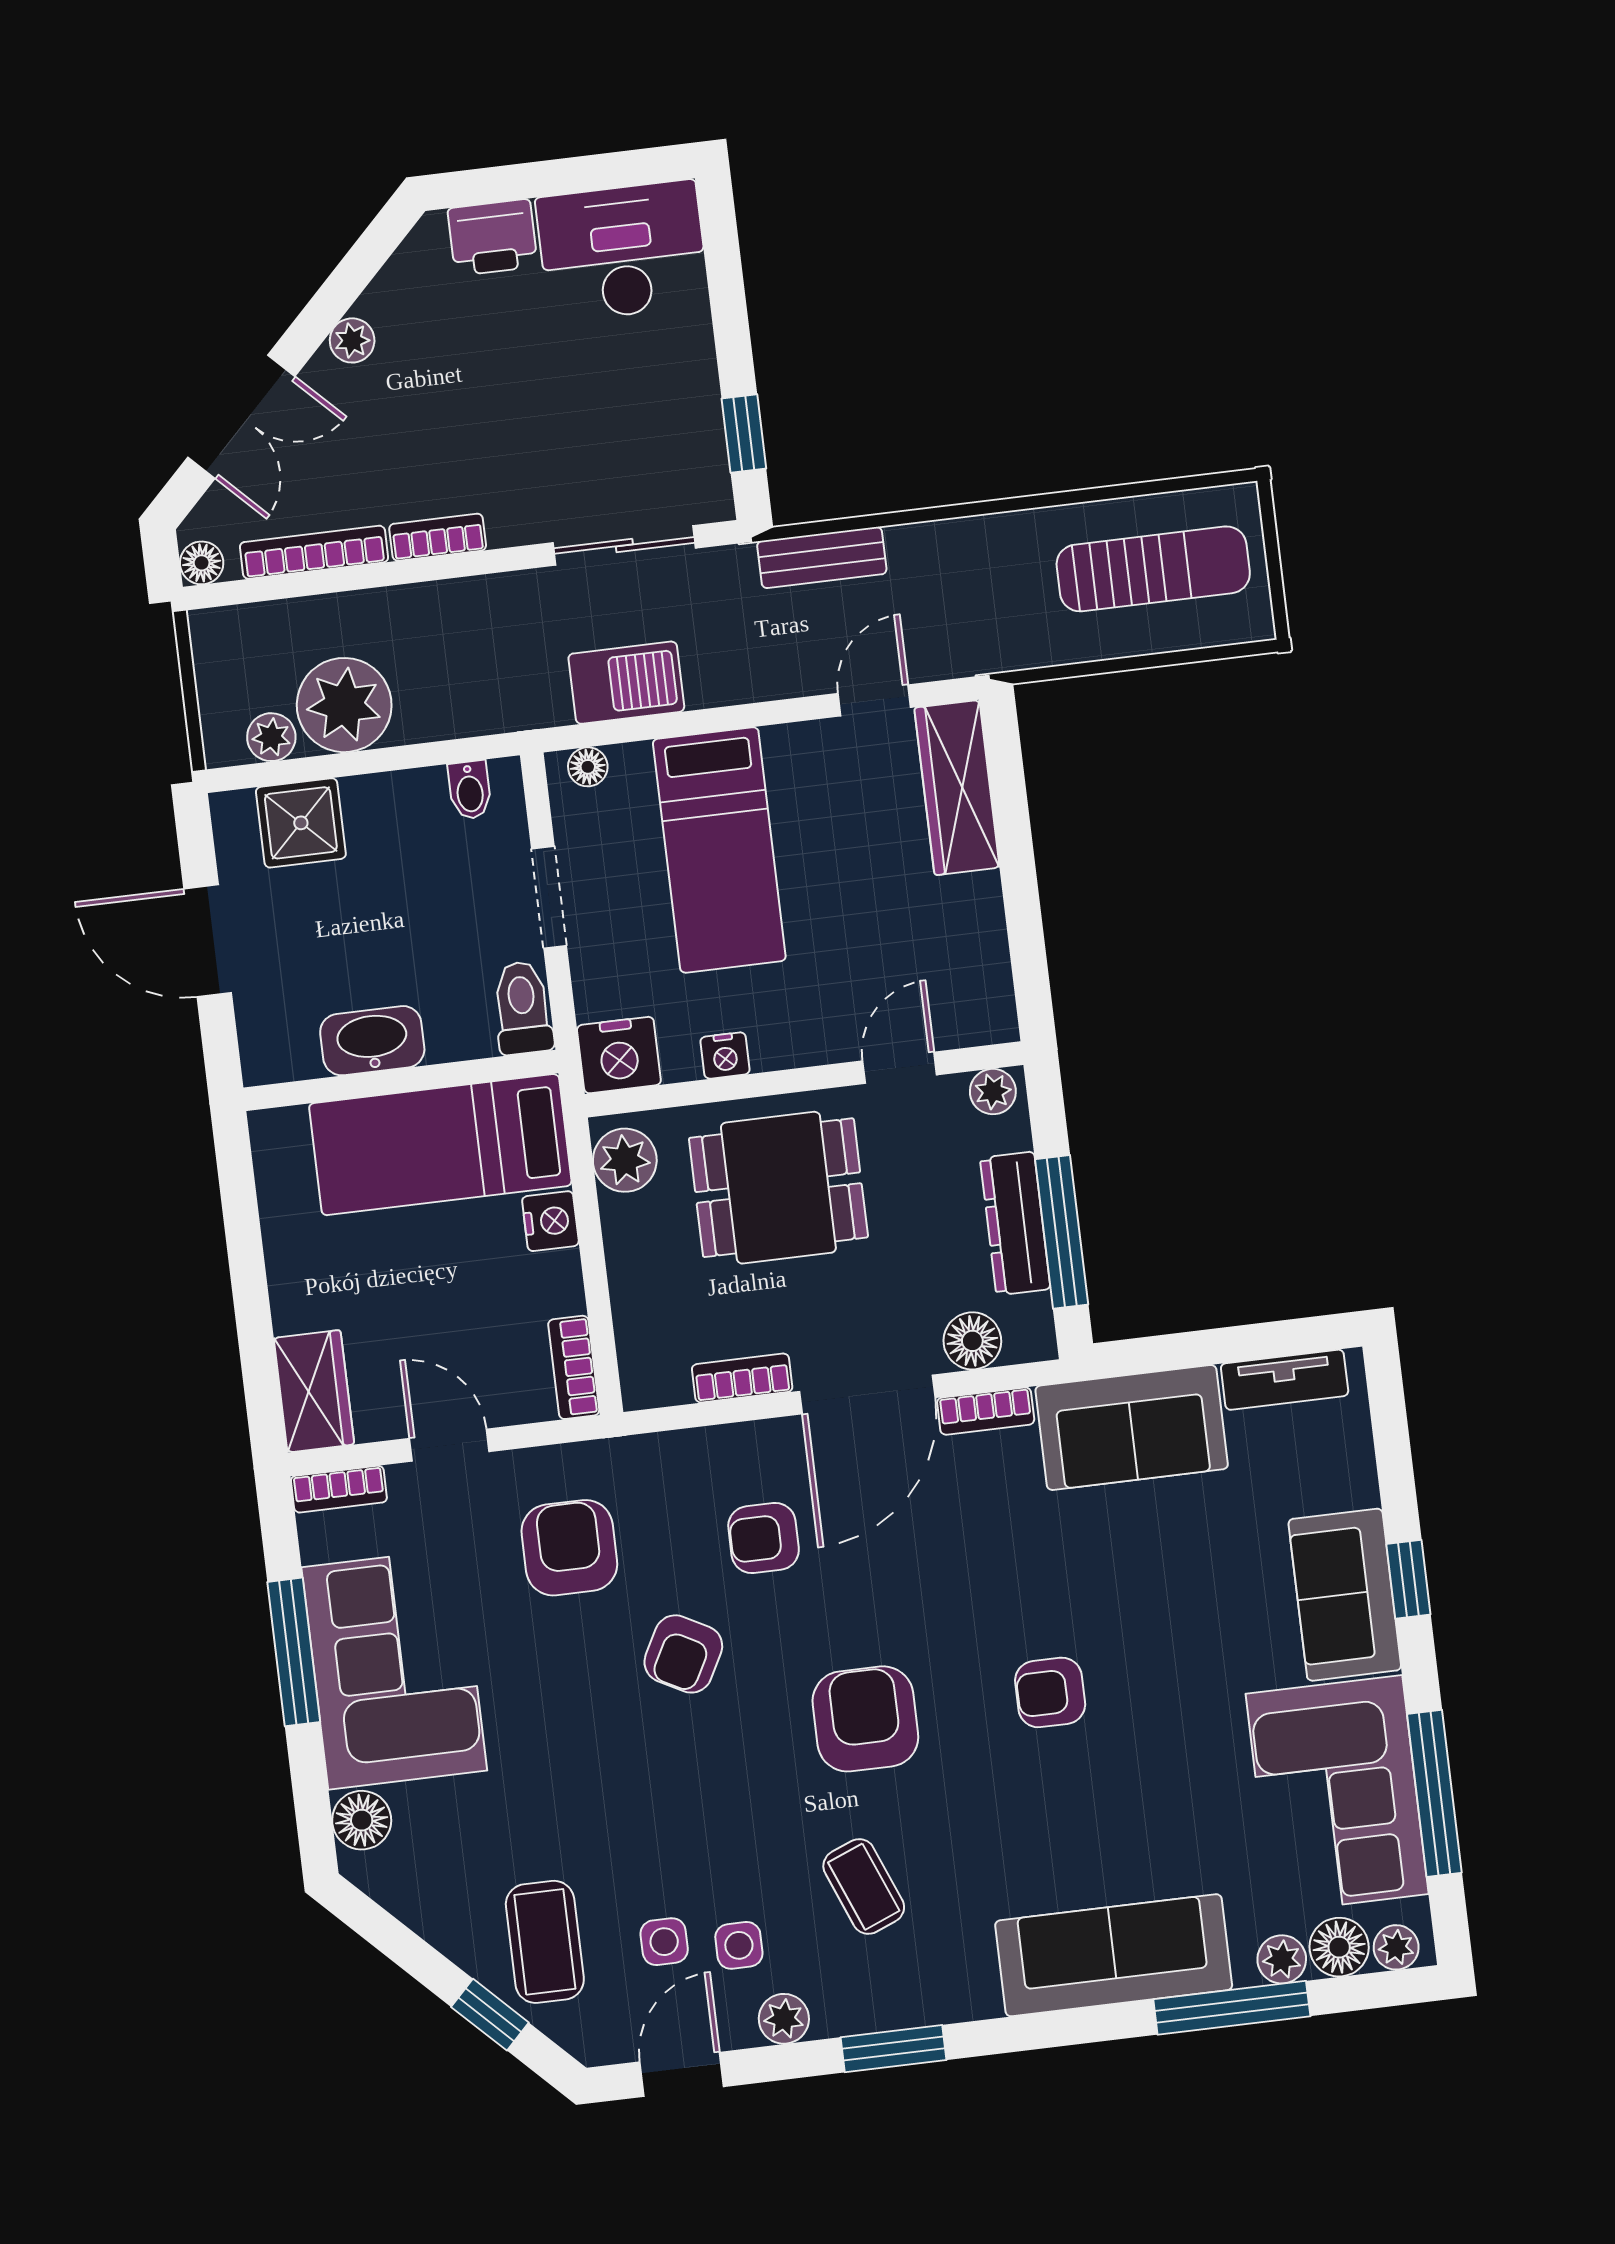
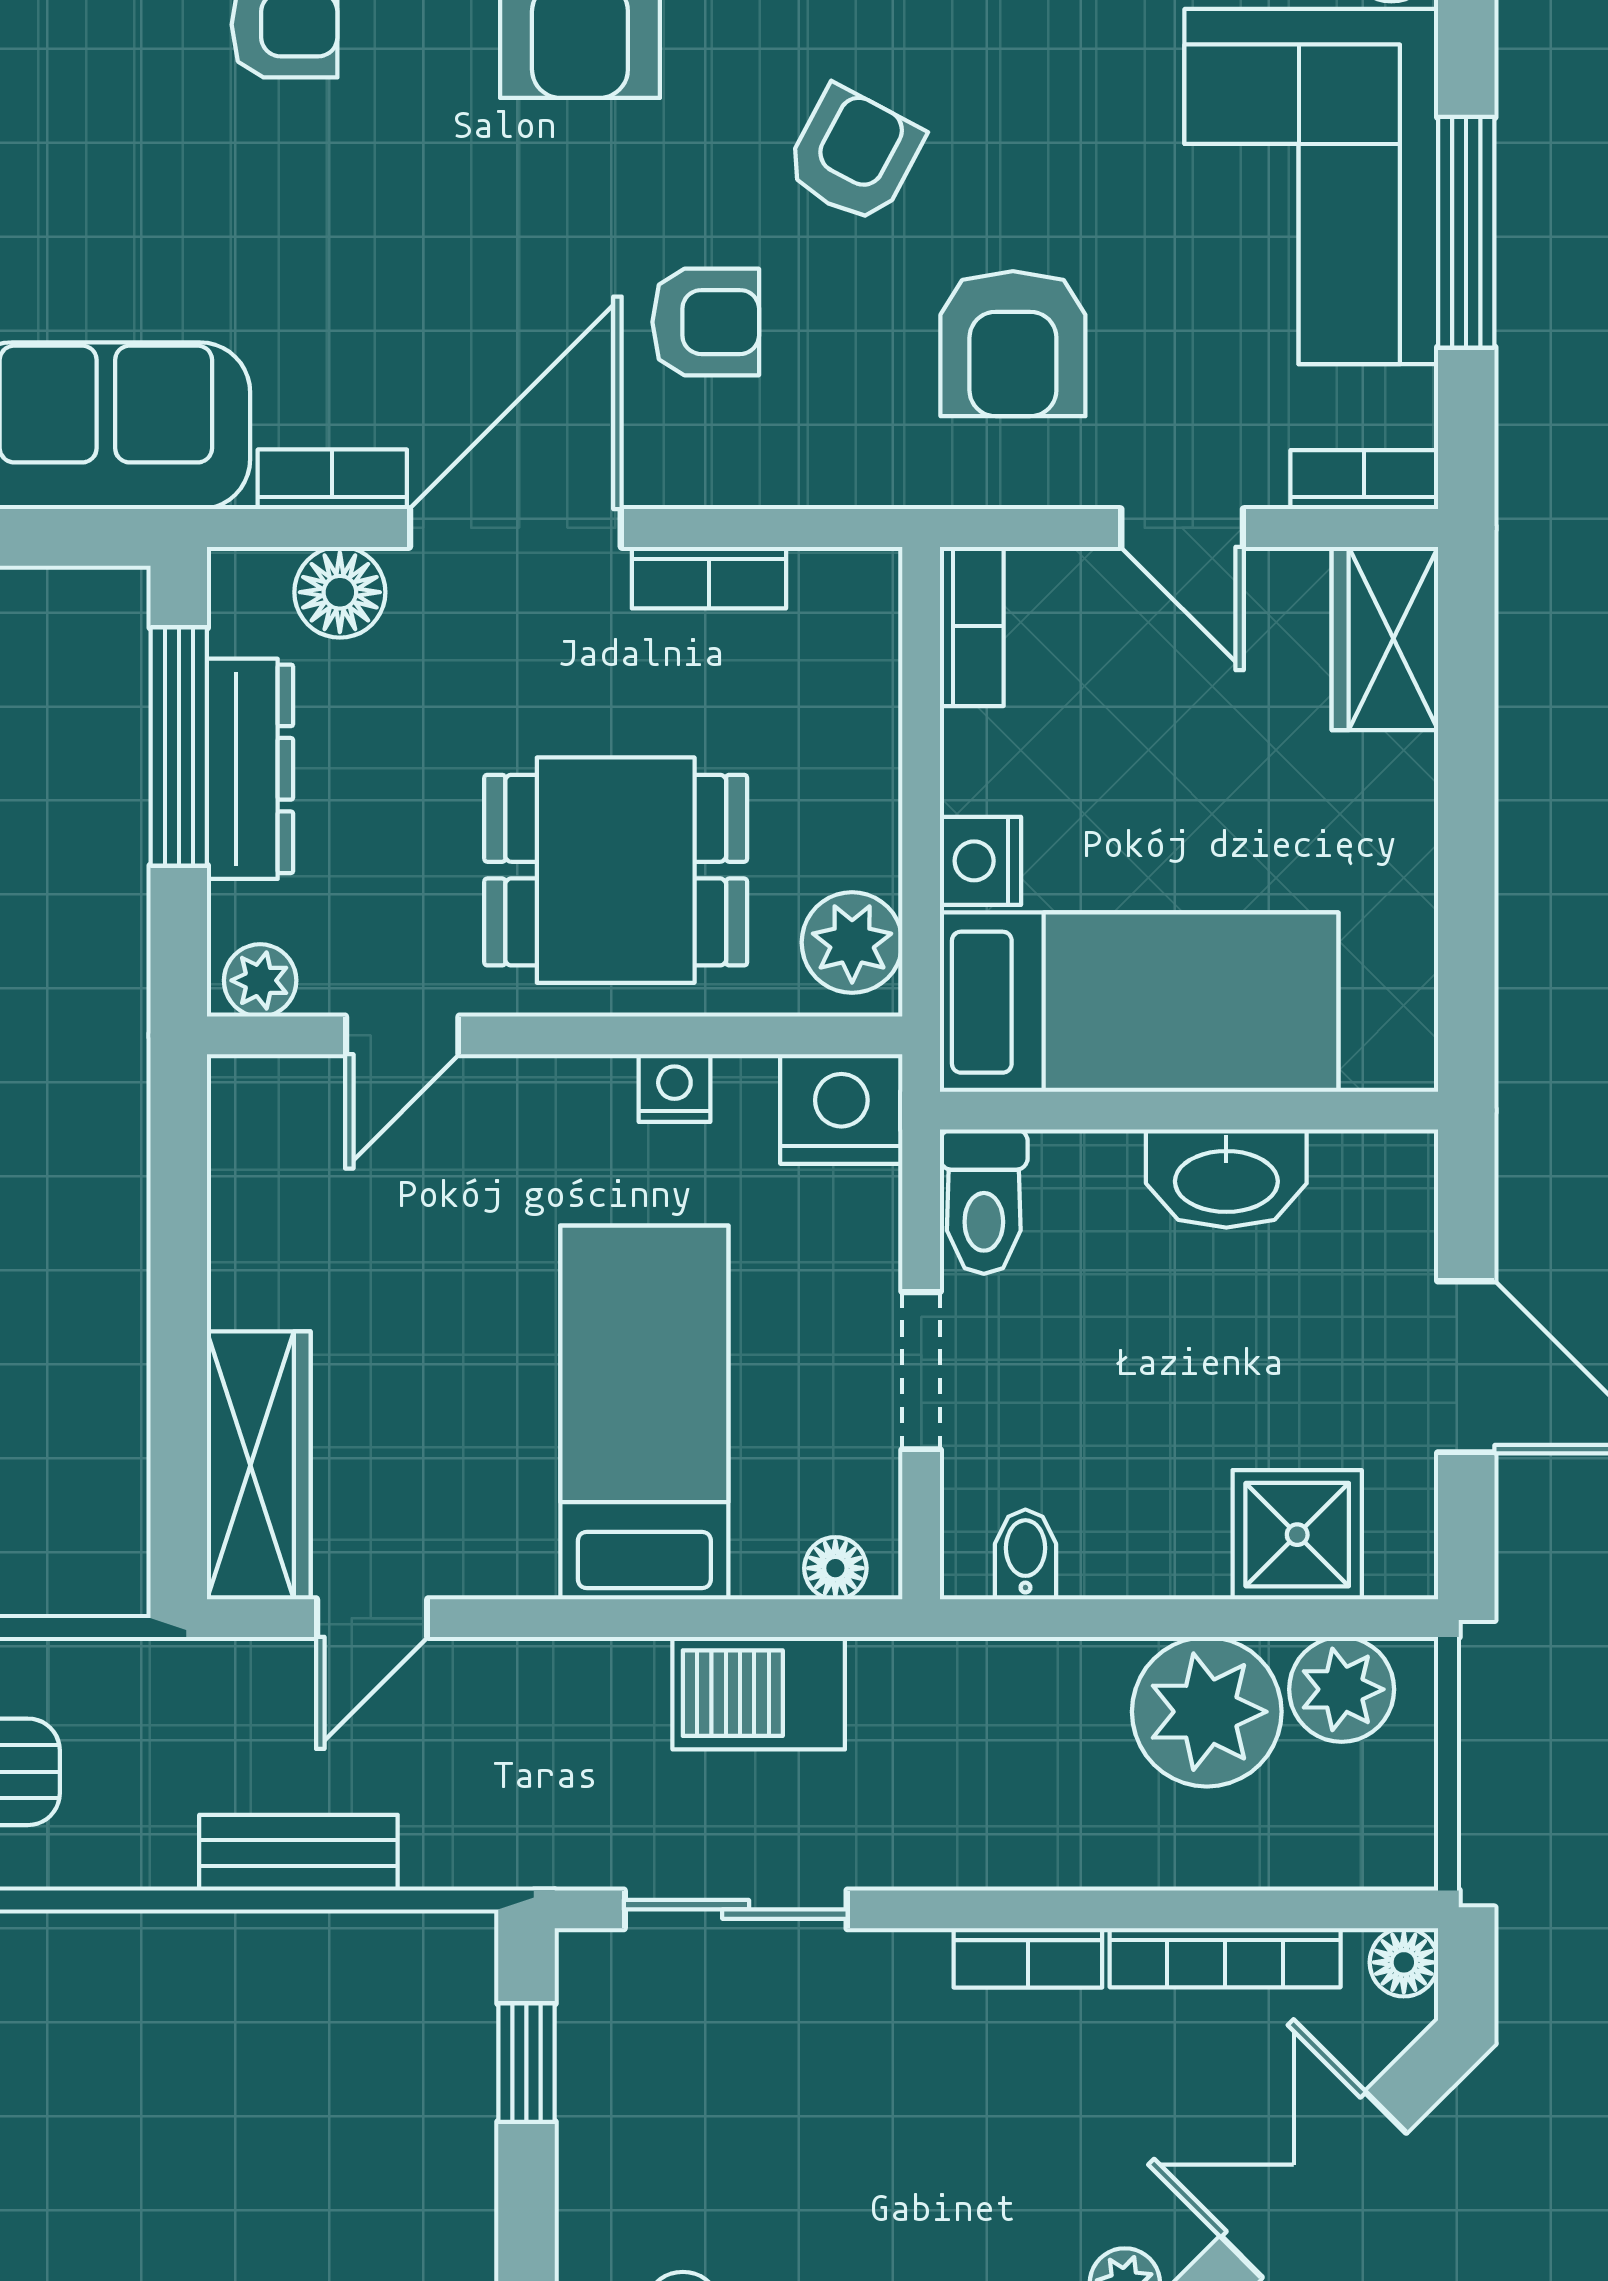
bench: (822, 558) -> (298, 1853), moved
plant: (271, 737) -> (1342, 1689), width x1.38, depth x1.38

